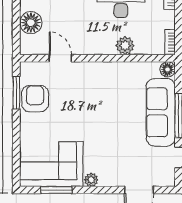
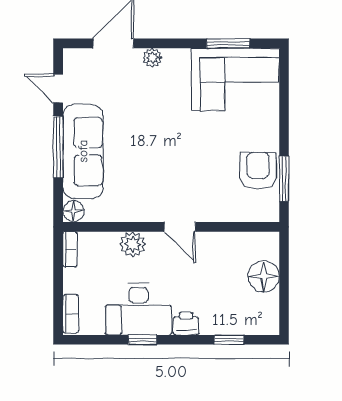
door: (60, 58) -> (180, 227), moved
armchair: (35, 99) -> (258, 171), turned 180
plant: (91, 180) -> (152, 58), moved

